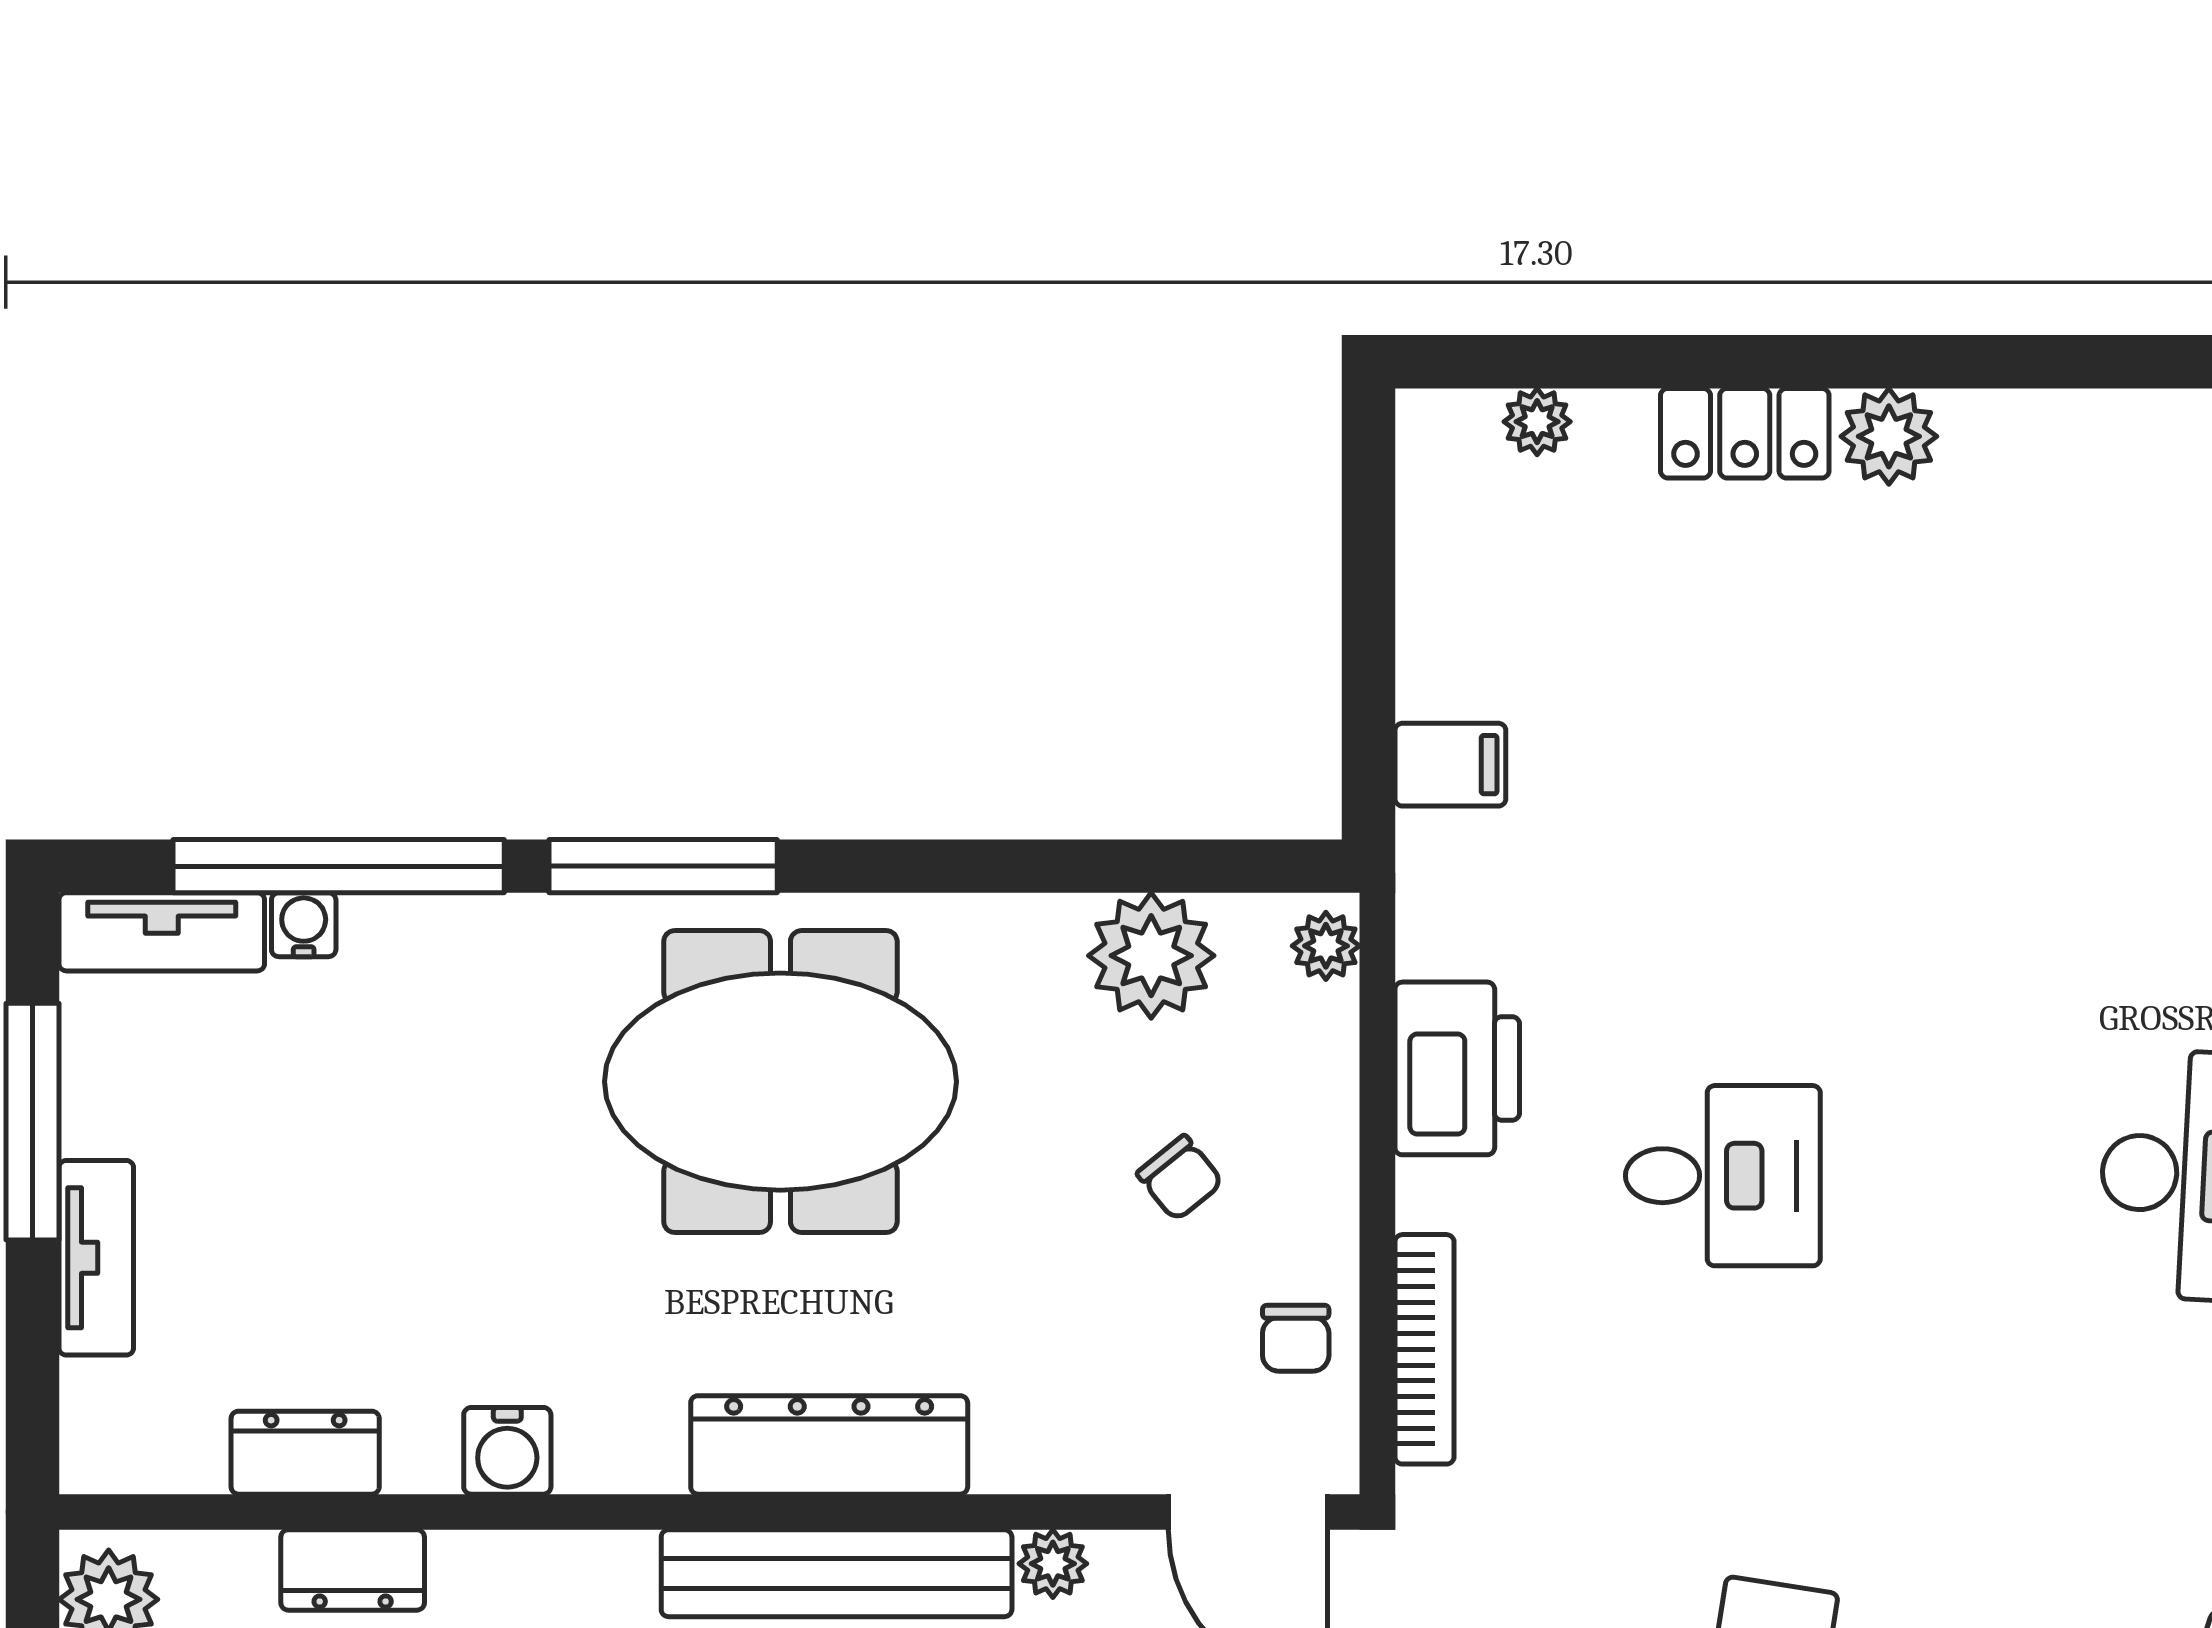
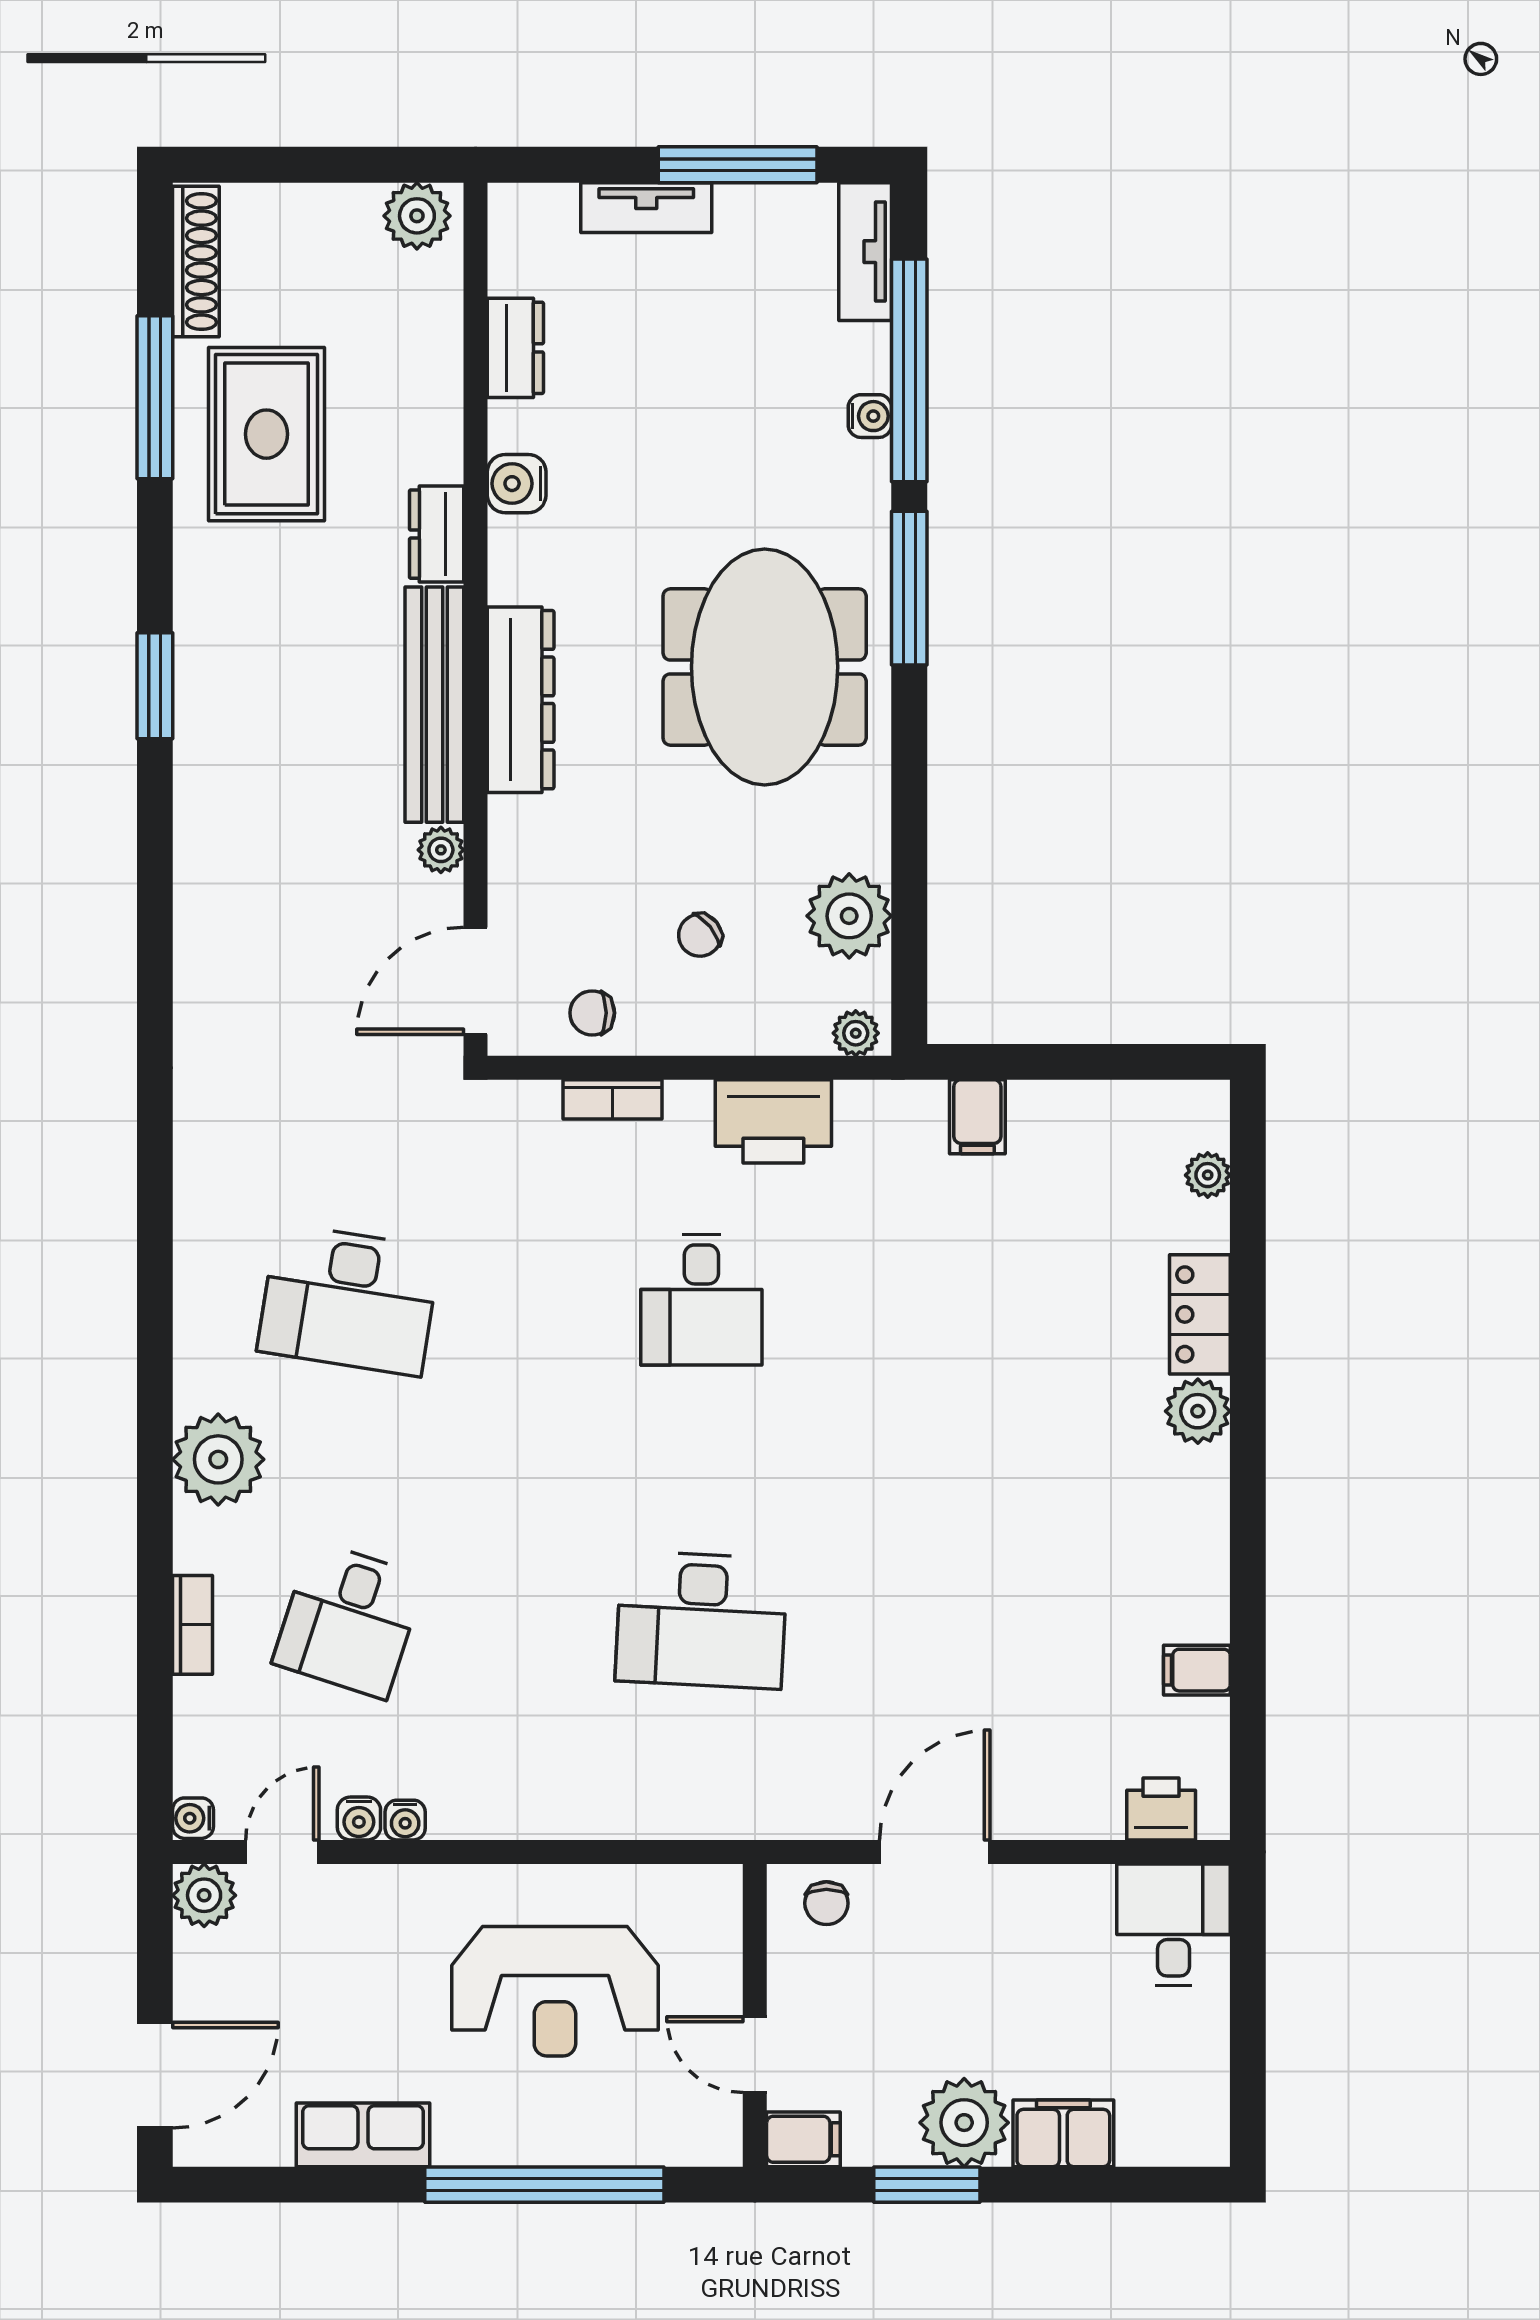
water cooler: (304, 925) -> (870, 416), moved
bookcase: (1424, 1349) -> (613, 1099), width x0.64
dresser: (353, 1570) -> (437, 534), moved

